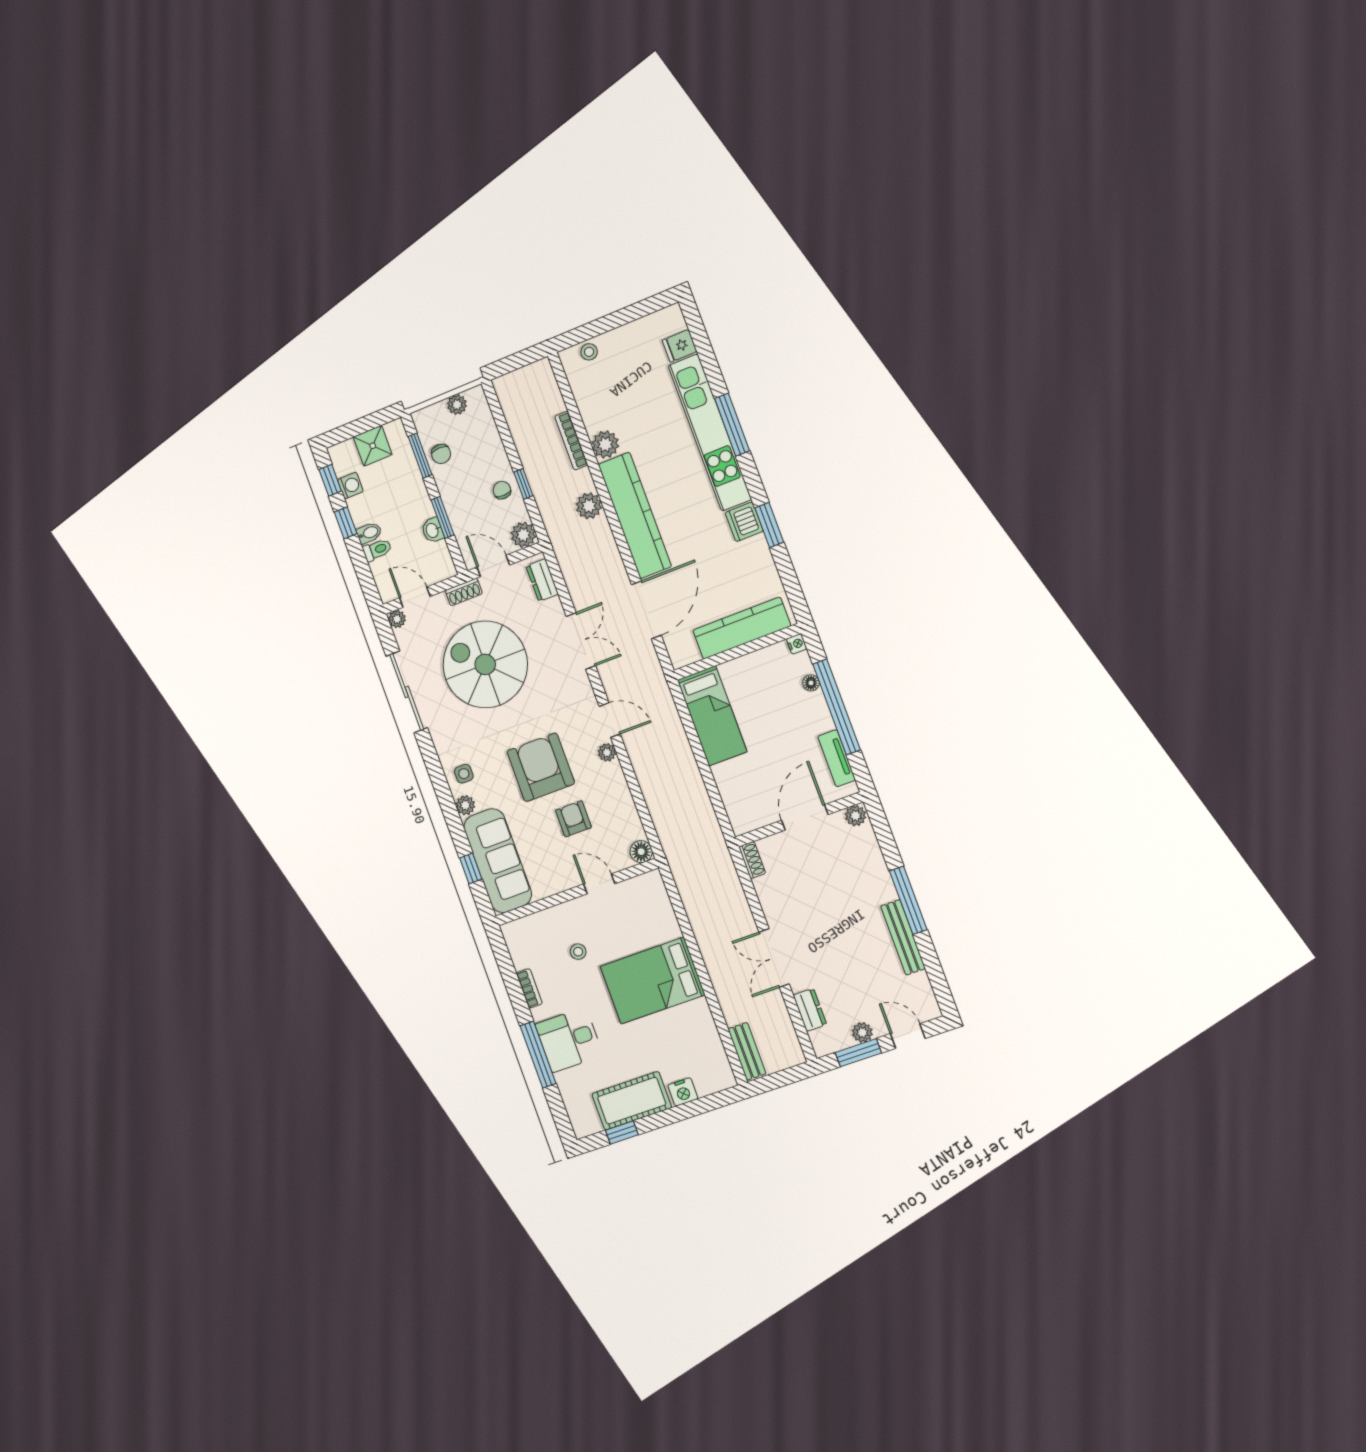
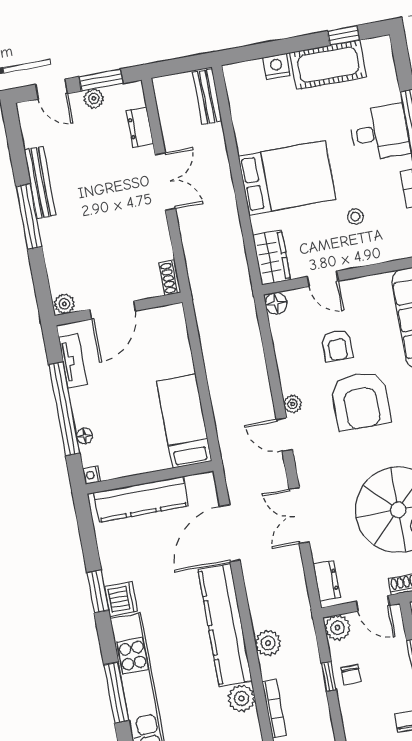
wardrobe: (654, 897) -> (272, 257), added

